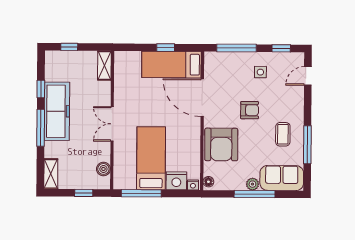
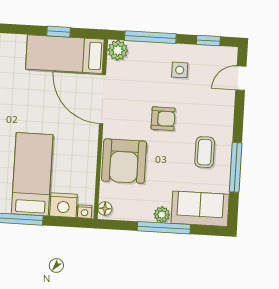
plant: (212, 59) -> (118, 50), added

